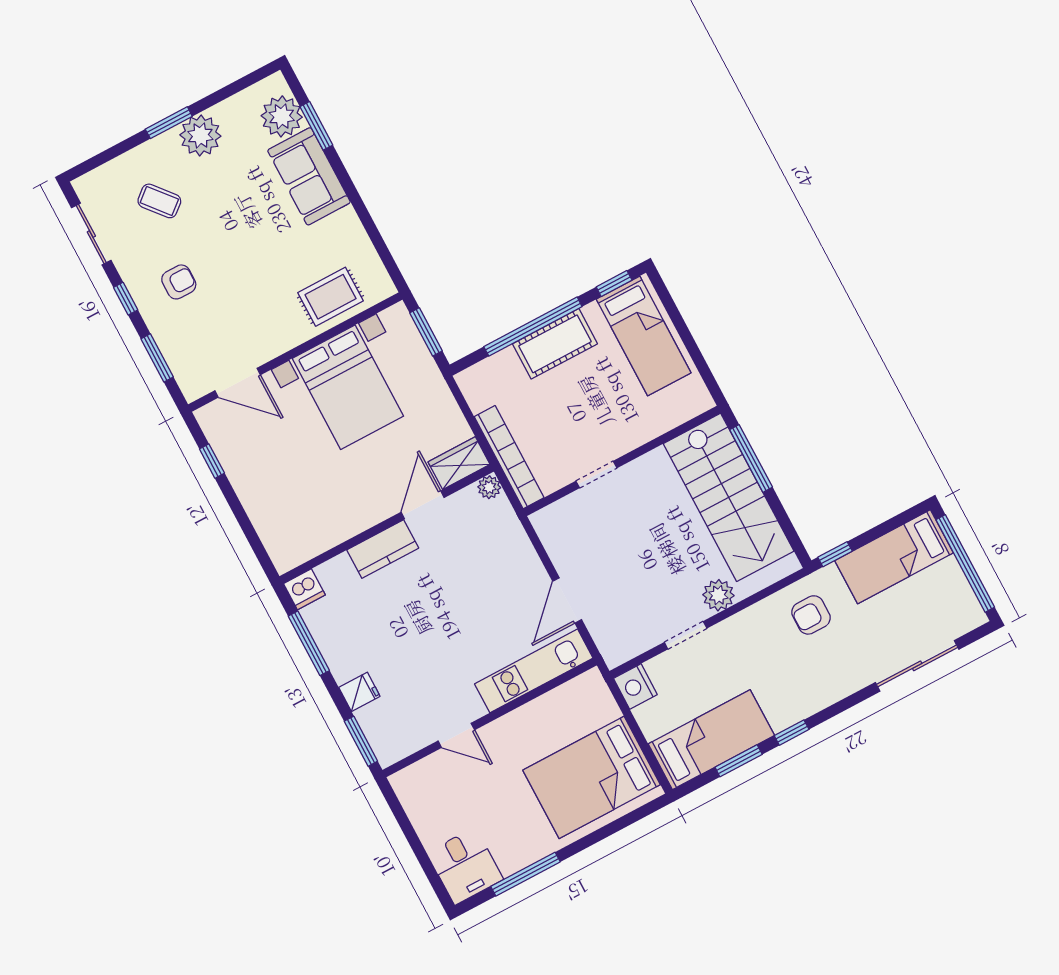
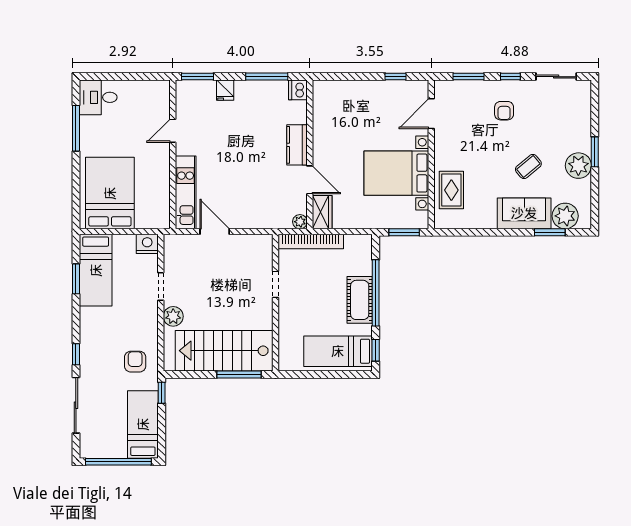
coffee table: (159, 201) -> (528, 166), moved
window: (792, 733) -> (76, 354), moved

